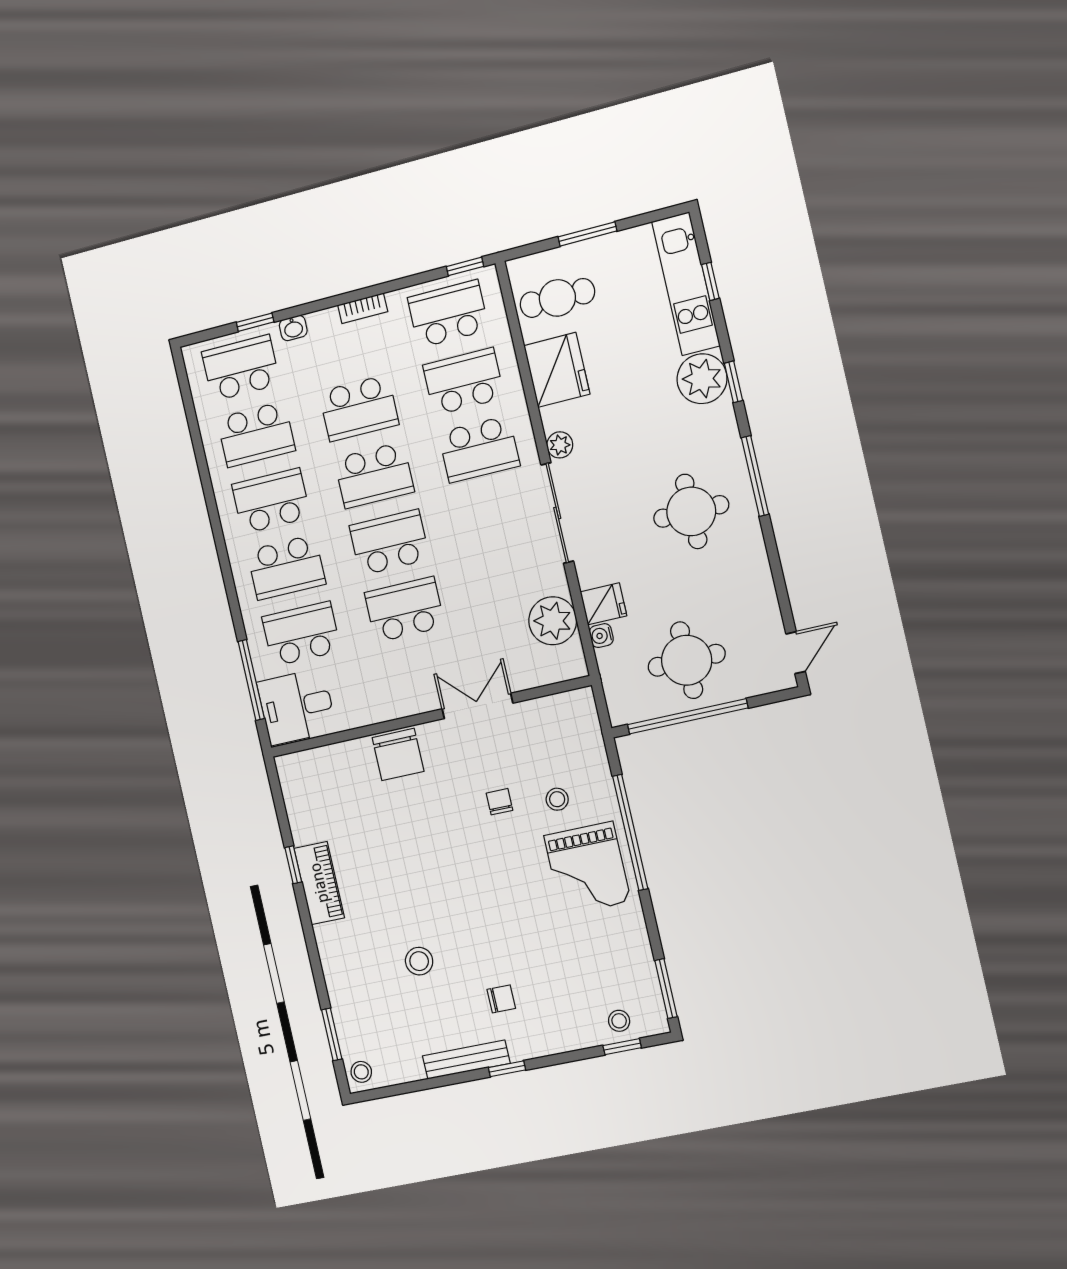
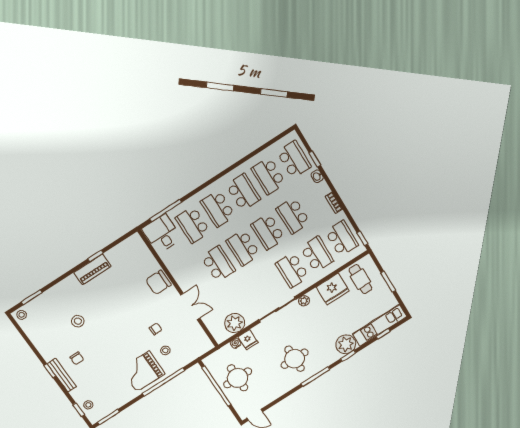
school desk: (389, 542) -> (243, 248), turned 180
school desk: (301, 634) -> (193, 225), turned 180
bench: (466, 1060) -> (62, 375), moved

